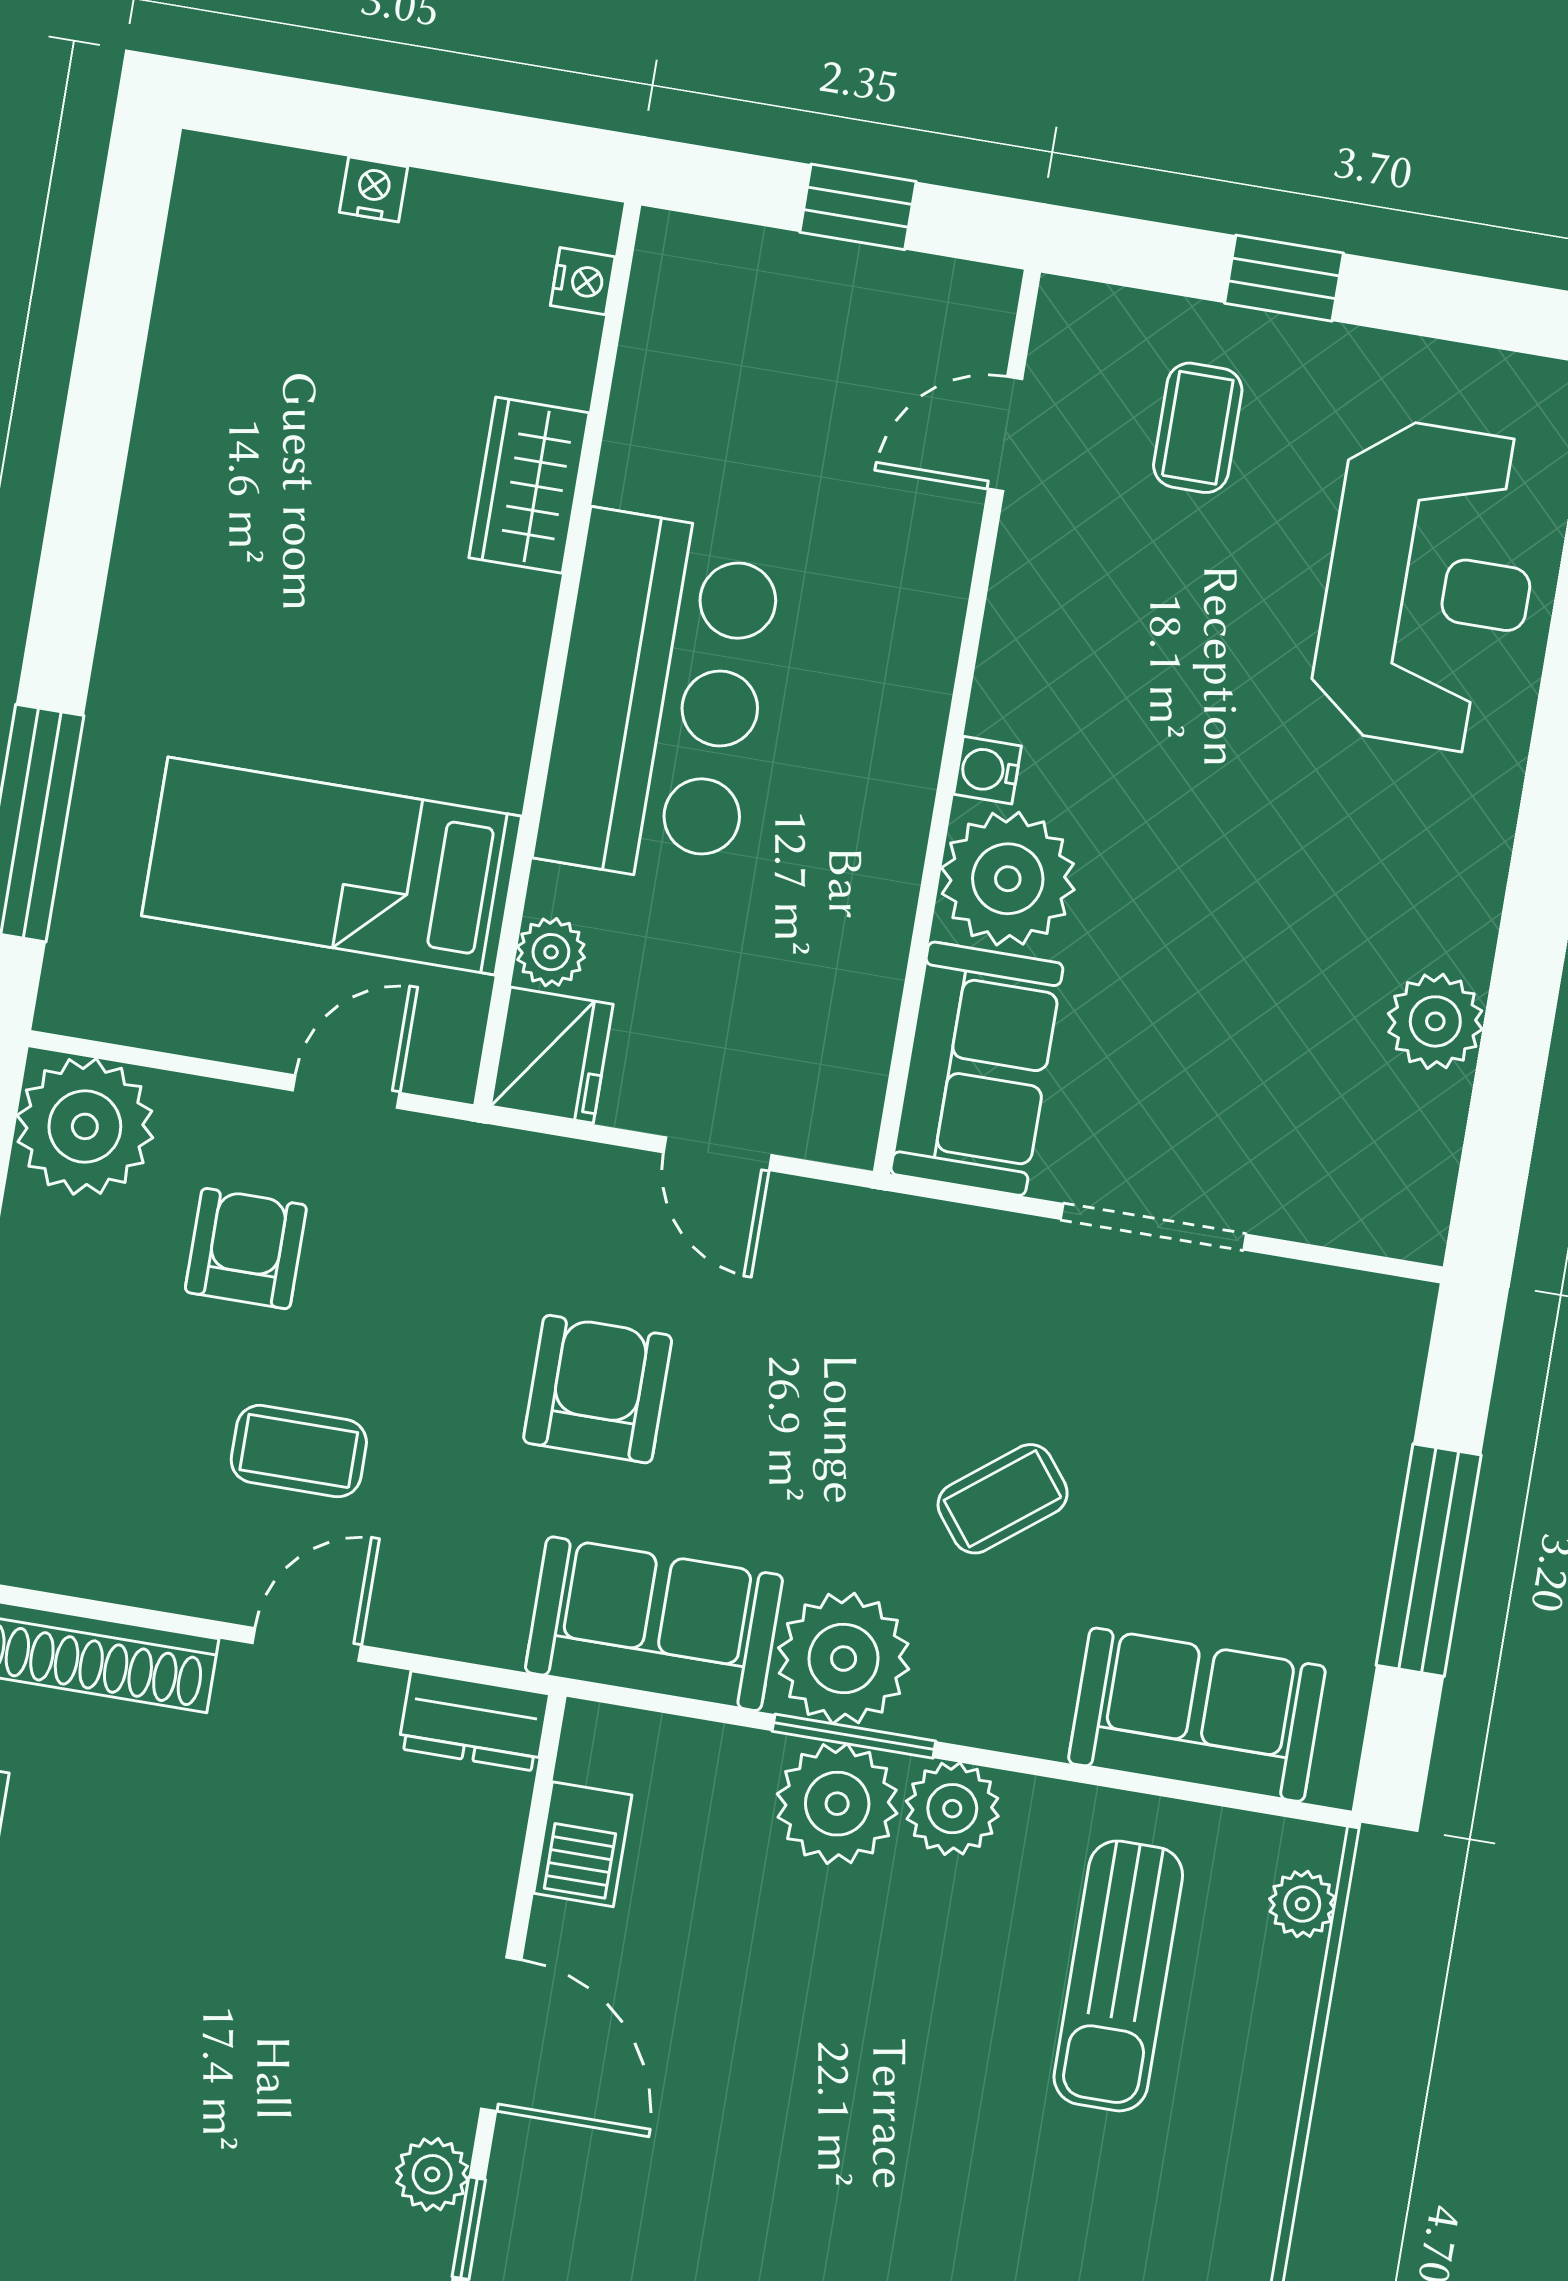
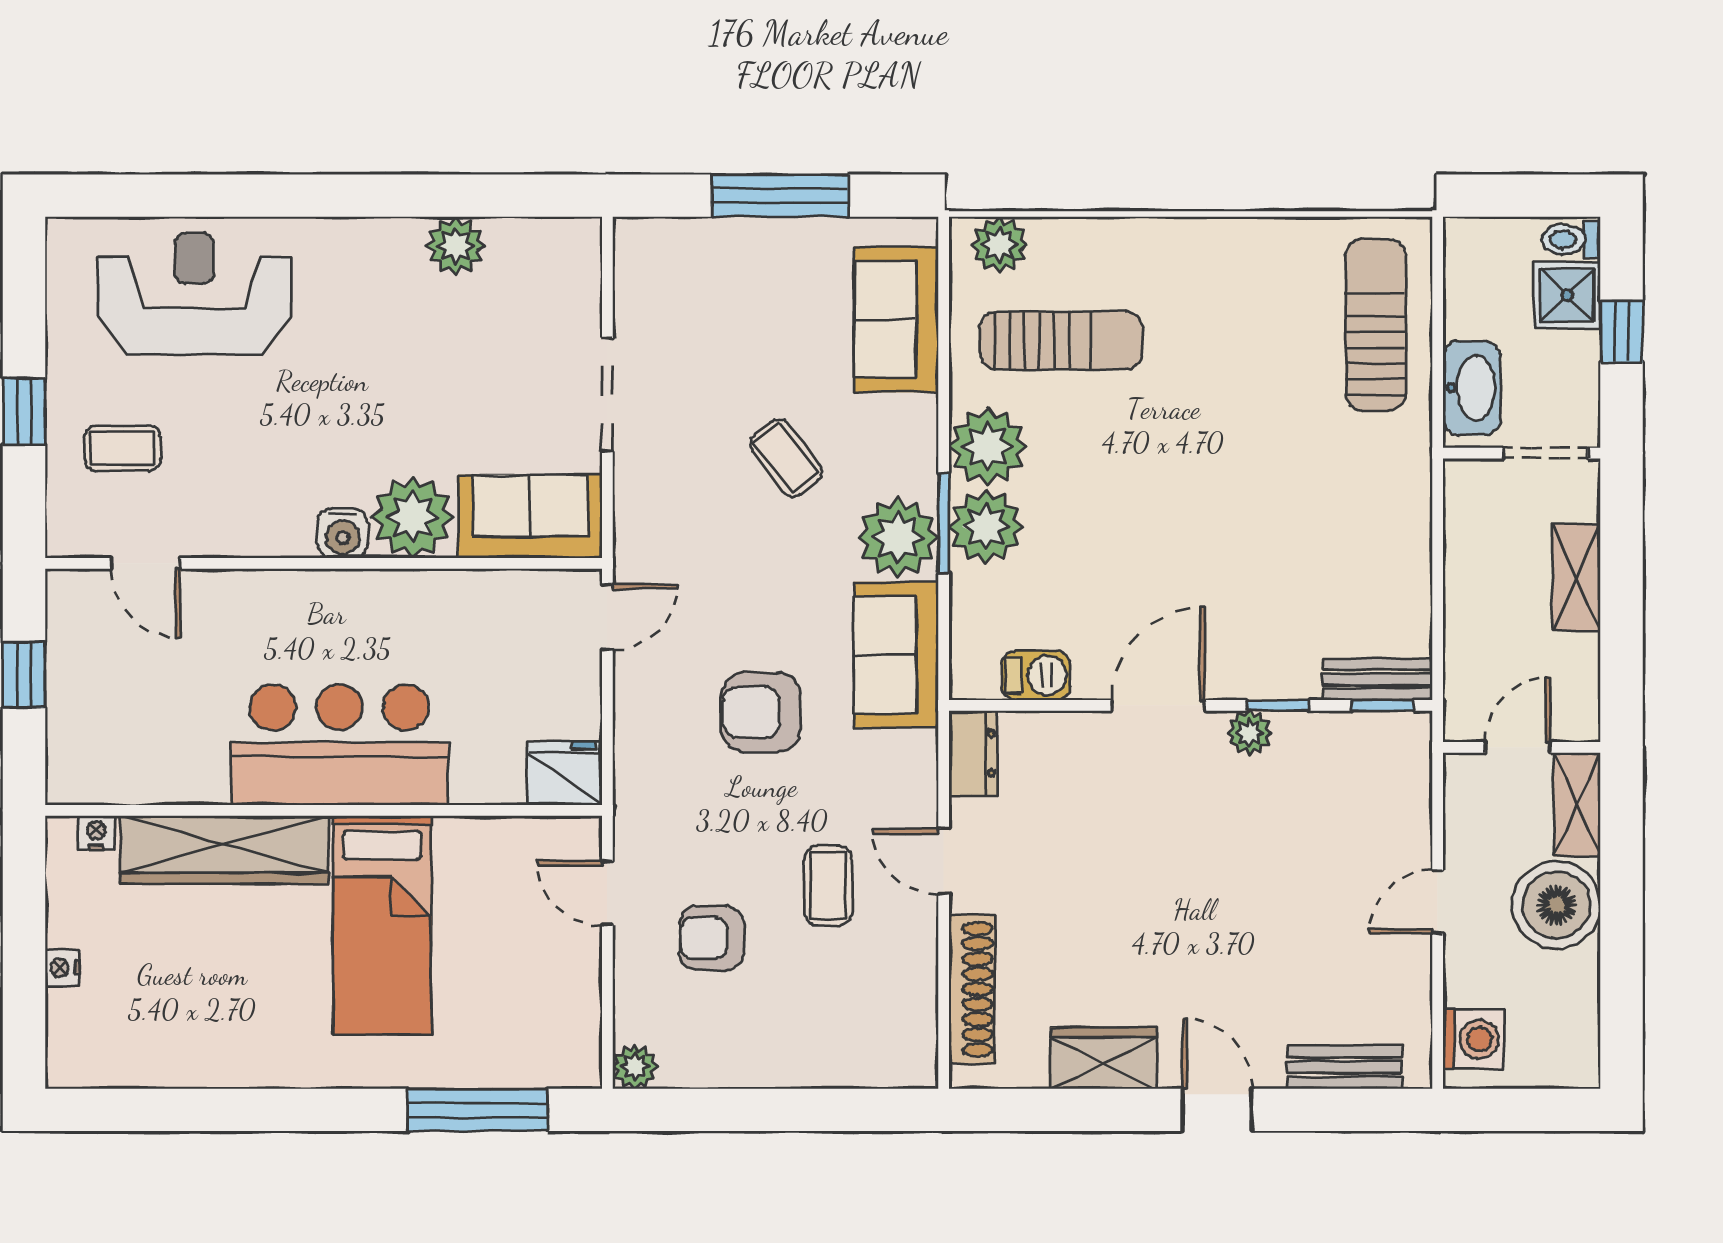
wardrobe: (529, 485) -> (224, 849), width x2.10, depth x1.17
water cooler: (987, 770) -> (343, 533), width x1.38, depth x1.38
bed: (332, 866) -> (382, 925), moved
plant: (551, 952) -> (503, 784), removed
plant: (85, 1126) -> (635, 1067), width x0.53, depth x0.53
door: (718, 1154) -> (607, 617), moved
plant: (952, 1809) -> (988, 447), width x1.36, depth x1.36
plant: (1302, 1904) -> (999, 245), width x1.38, depth x1.38

